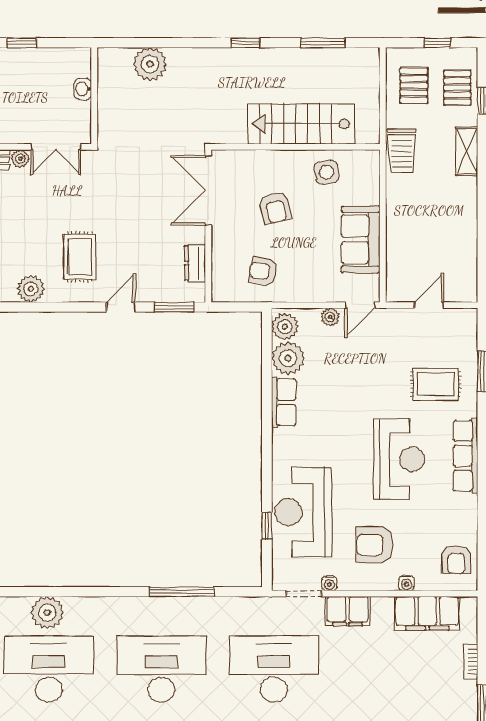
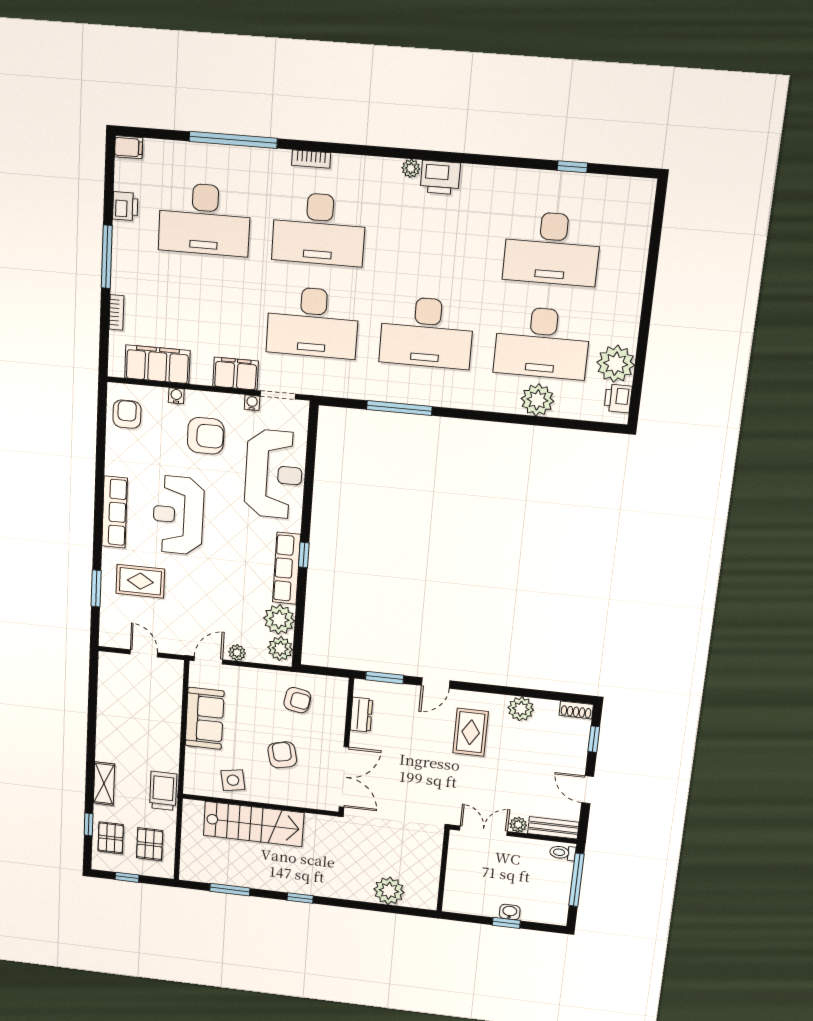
washbasin: (83, 89) -> (510, 912), moved, turned -90
door: (429, 305) -> (144, 653), swing flipped
row of seats: (284, 402) -> (287, 568), width x1.48
window: (267, 526) -> (304, 555), moved

